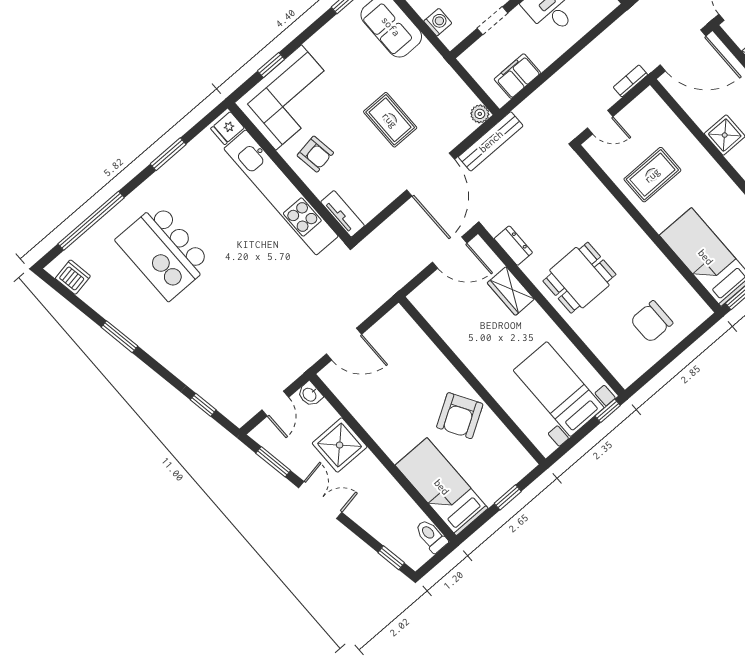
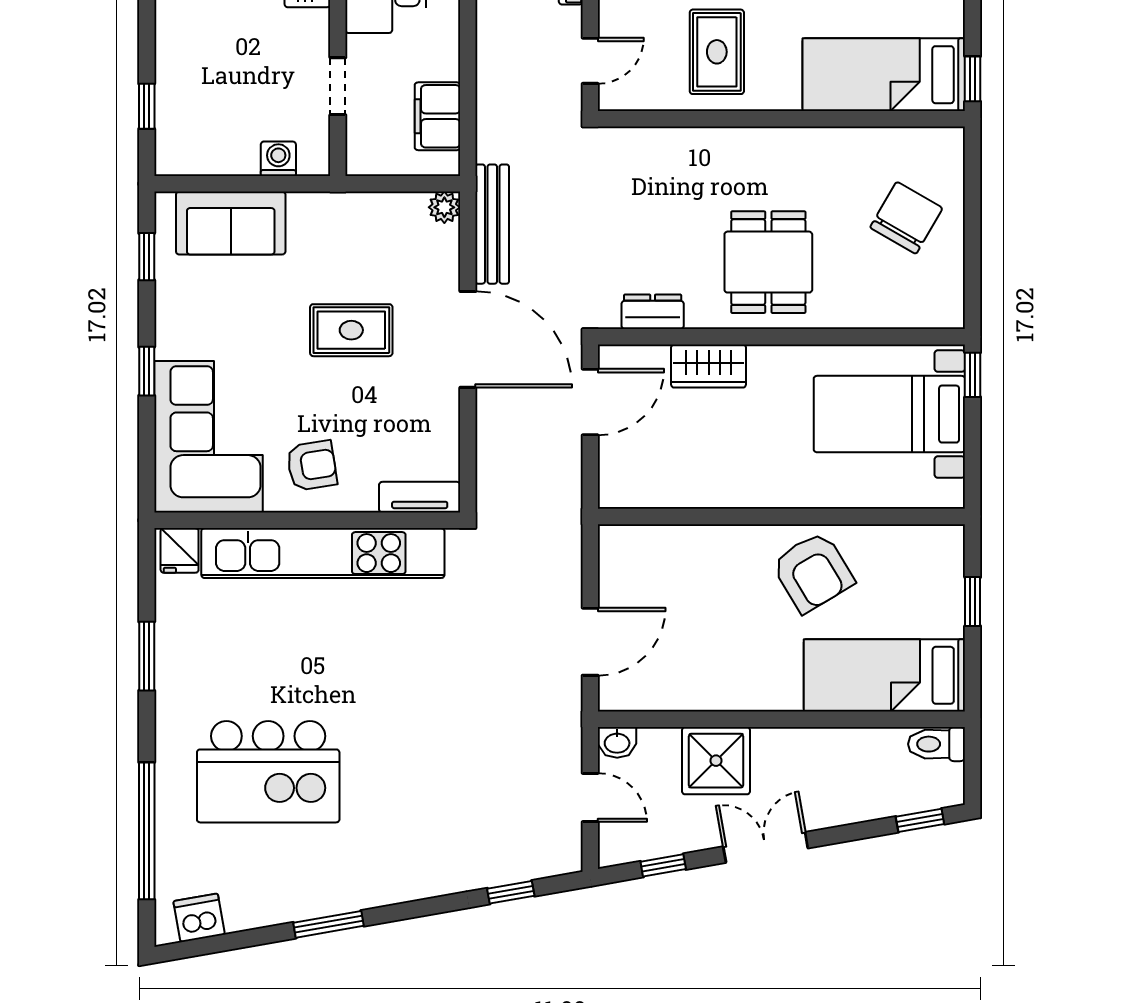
window: (271, 65) -> (147, 371), moved
chair: (652, 322) -> (906, 218), turned -150
window: (273, 462) -> (663, 865), width x0.67

